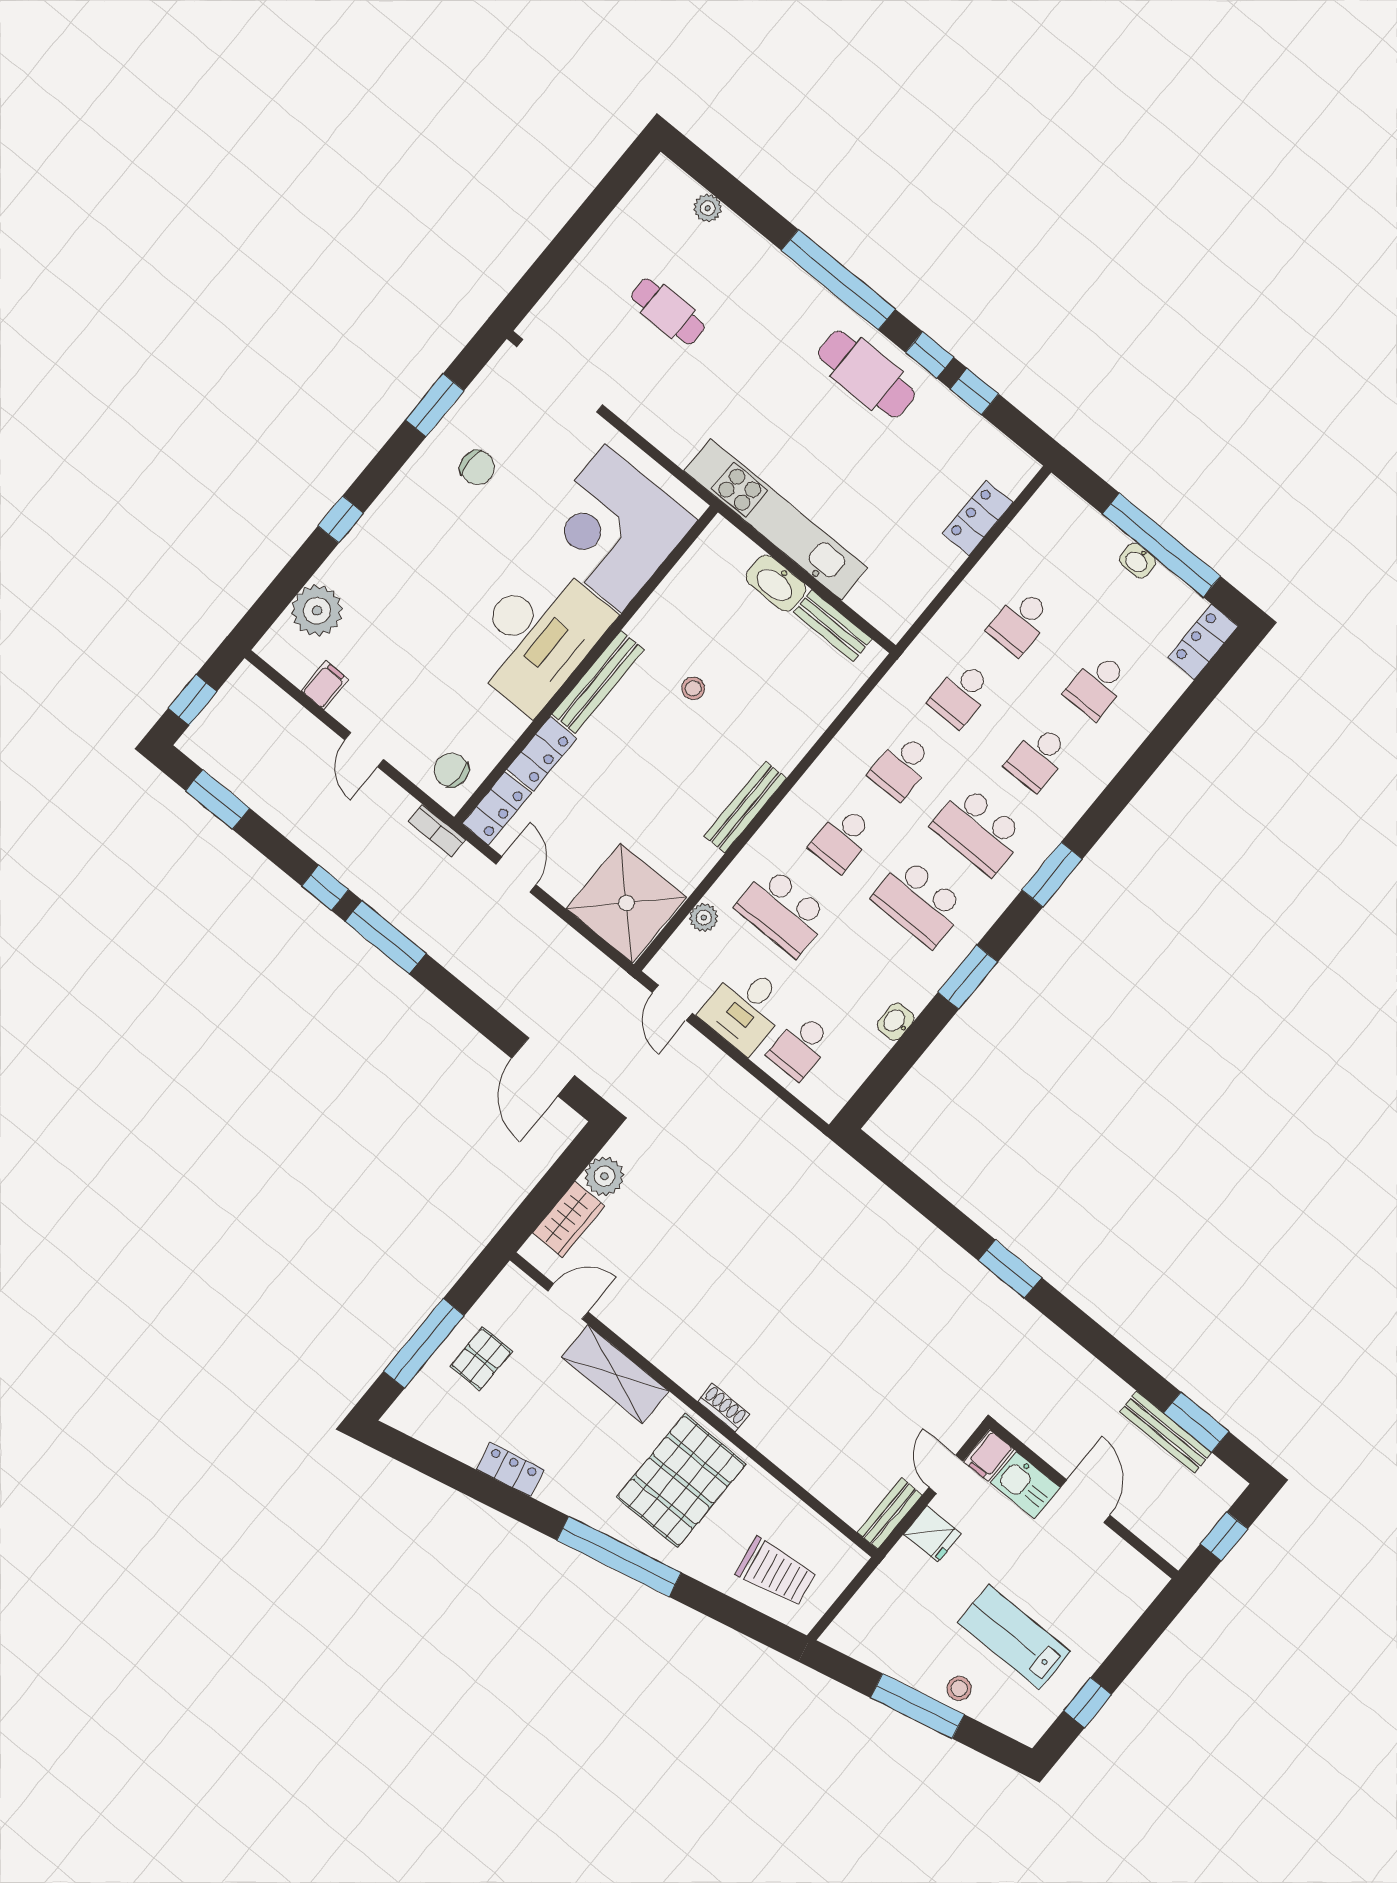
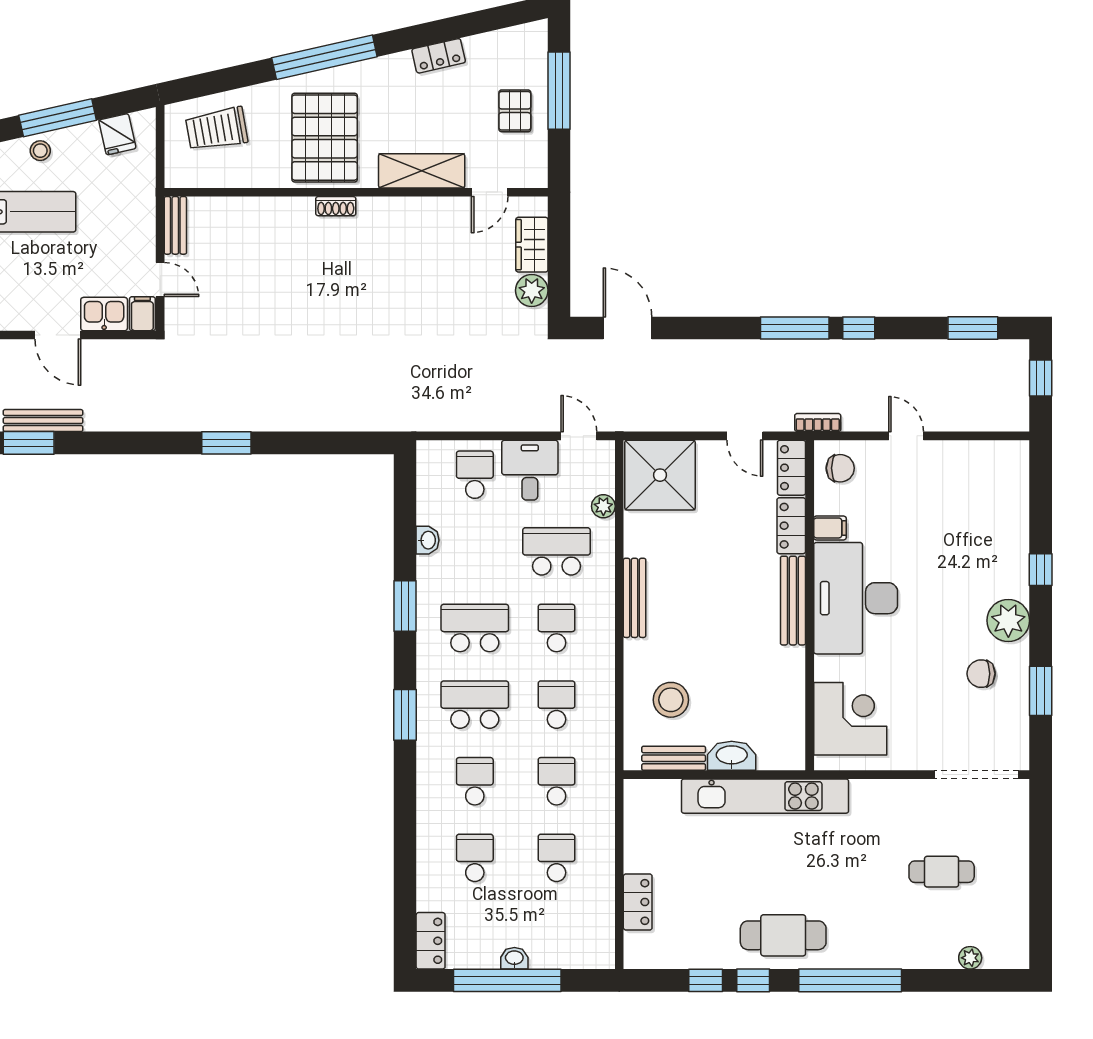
corner desk: (613, 528) -> (850, 719), width x0.74, depth x0.74
plant: (317, 611) -> (1008, 620), moved
filing cabinet: (325, 685) -> (830, 528), moved, turned -90
stool: (693, 688) -> (671, 700), moved, width x1.89, depth x1.89
fridge: (932, 1534) -> (117, 134), moved, turned -103

